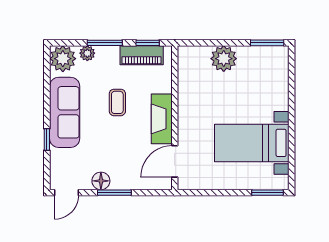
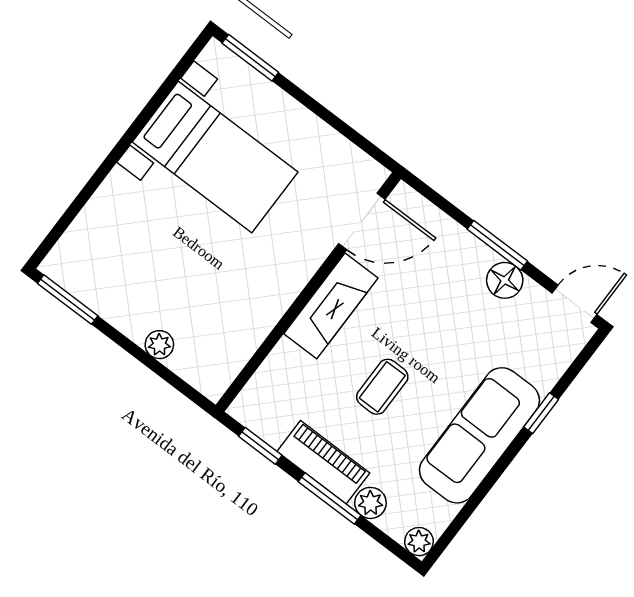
piano: (142, 55) -> (323, 462), moved
plant: (63, 59) -> (419, 542), width x0.53, depth x0.53
plant: (224, 59) -> (159, 345), width x0.53, depth x0.53

